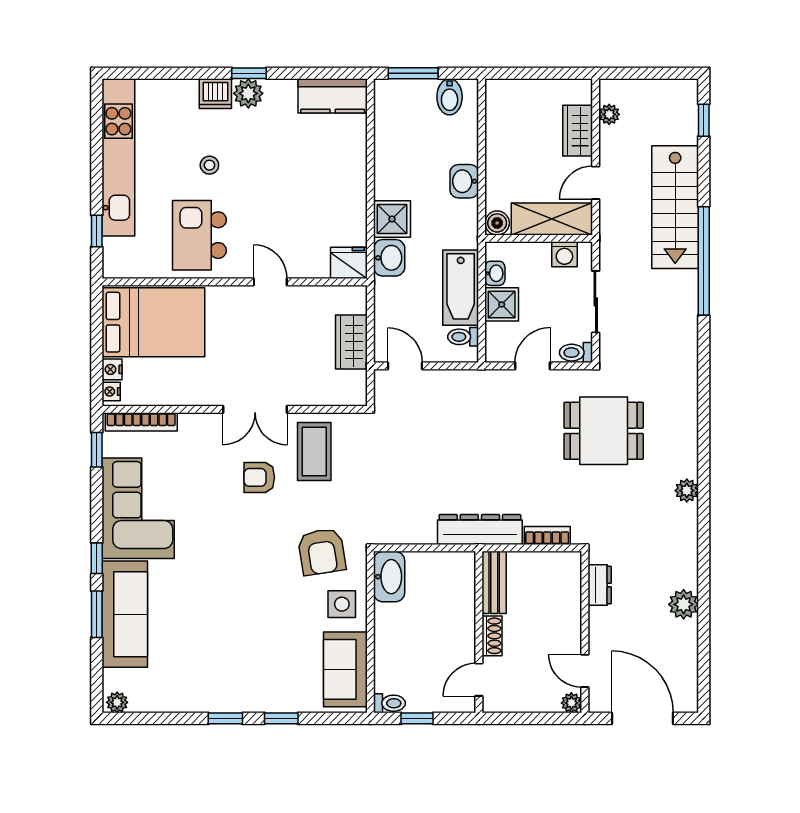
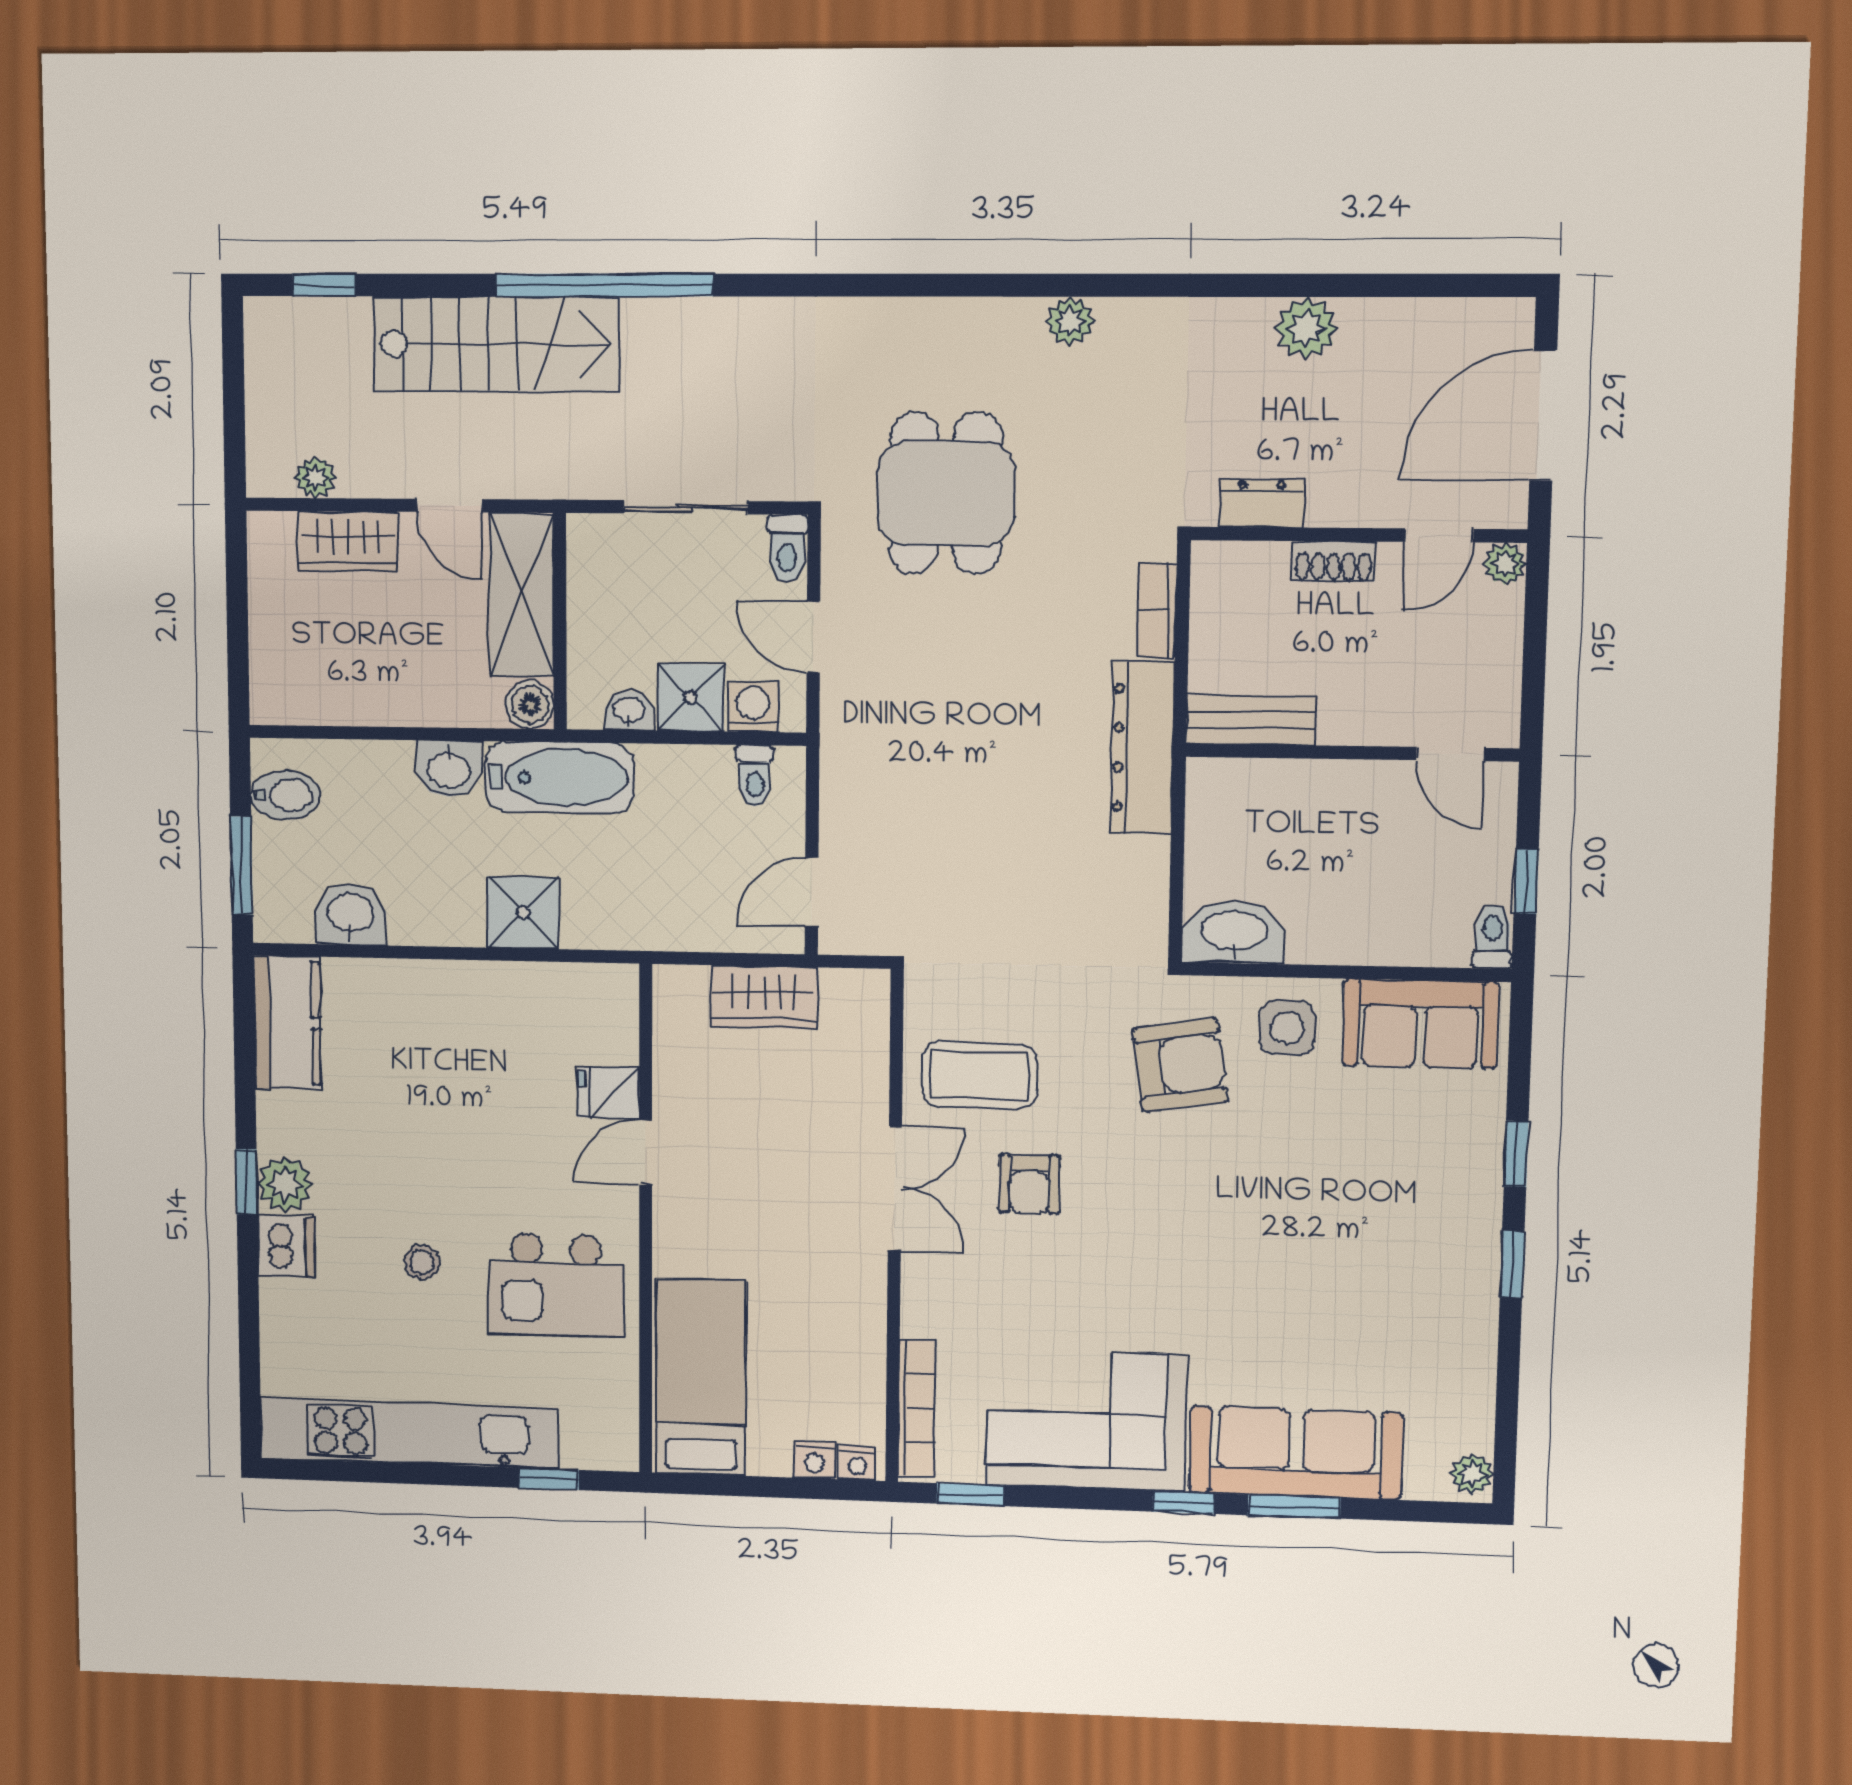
washing machine: (564, 254) -> (753, 707), moved, turned -90
washbasin: (389, 258) -> (351, 915), moved
fridge: (349, 263) -> (609, 1093), moved, width x0.72
bathtub: (461, 288) -> (559, 778), moved
bed: (153, 322) -> (701, 1377), width x0.67
shoe rack: (492, 636) -> (1333, 562), moved, turned 180

